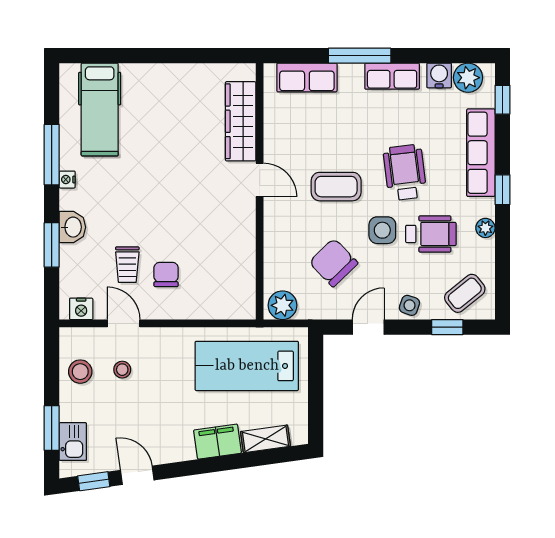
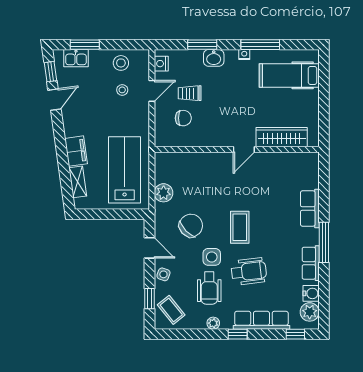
wardrobe: (241, 121) -> (282, 137), moved
door: (260, 180) -> (244, 149), moved
wall: (260, 191) -> (237, 149), moved

